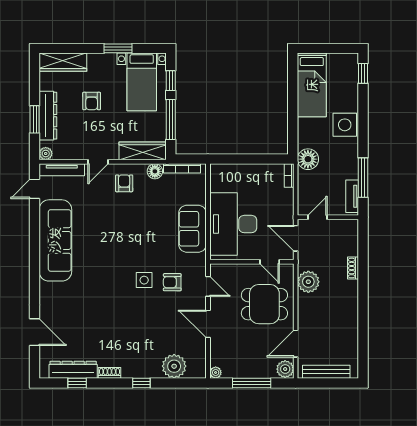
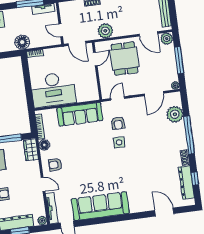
wardrobe: (142, 151) -> (31, 150), width x0.67
desk: (233, 224) -> (53, 90), moved
sofa: (192, 229) -> (80, 114), width x1.36
door: (296, 238) -> (77, 43), hinge flipped
door: (208, 324) -> (154, 94), moved
door: (35, 332) -> (164, 212), hinge flipped
window: (141, 383) -> (189, 135), width x3.17

